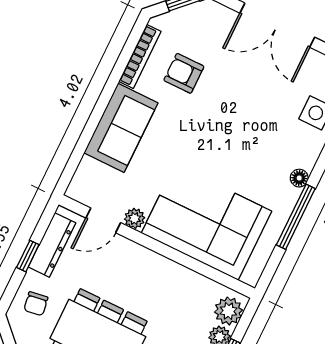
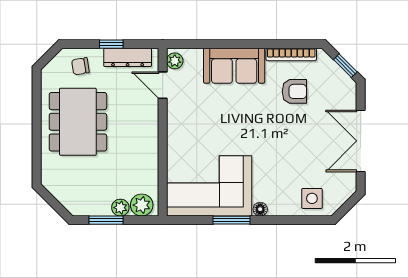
armchair: (184, 73) -> (294, 91), turned 90
window: (296, 217) -> (232, 220), width x0.69
plant: (135, 218) -> (175, 61), moved
corner sofa: (206, 222) -> (209, 186), moved, turned -90

